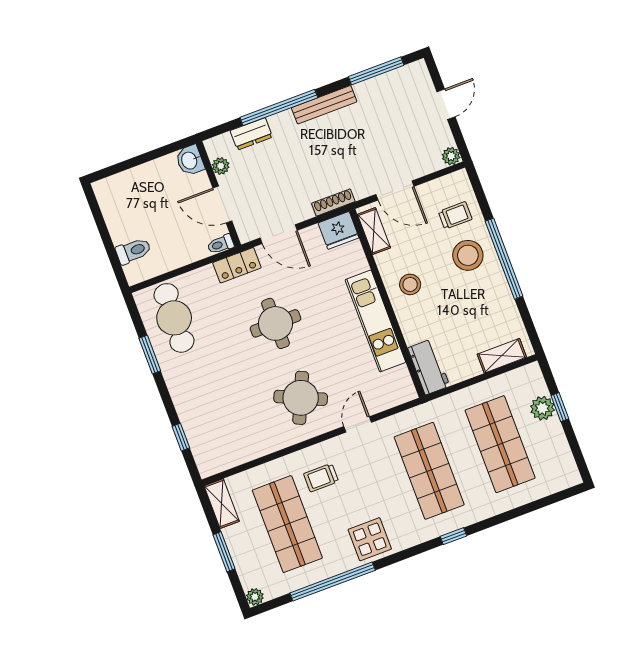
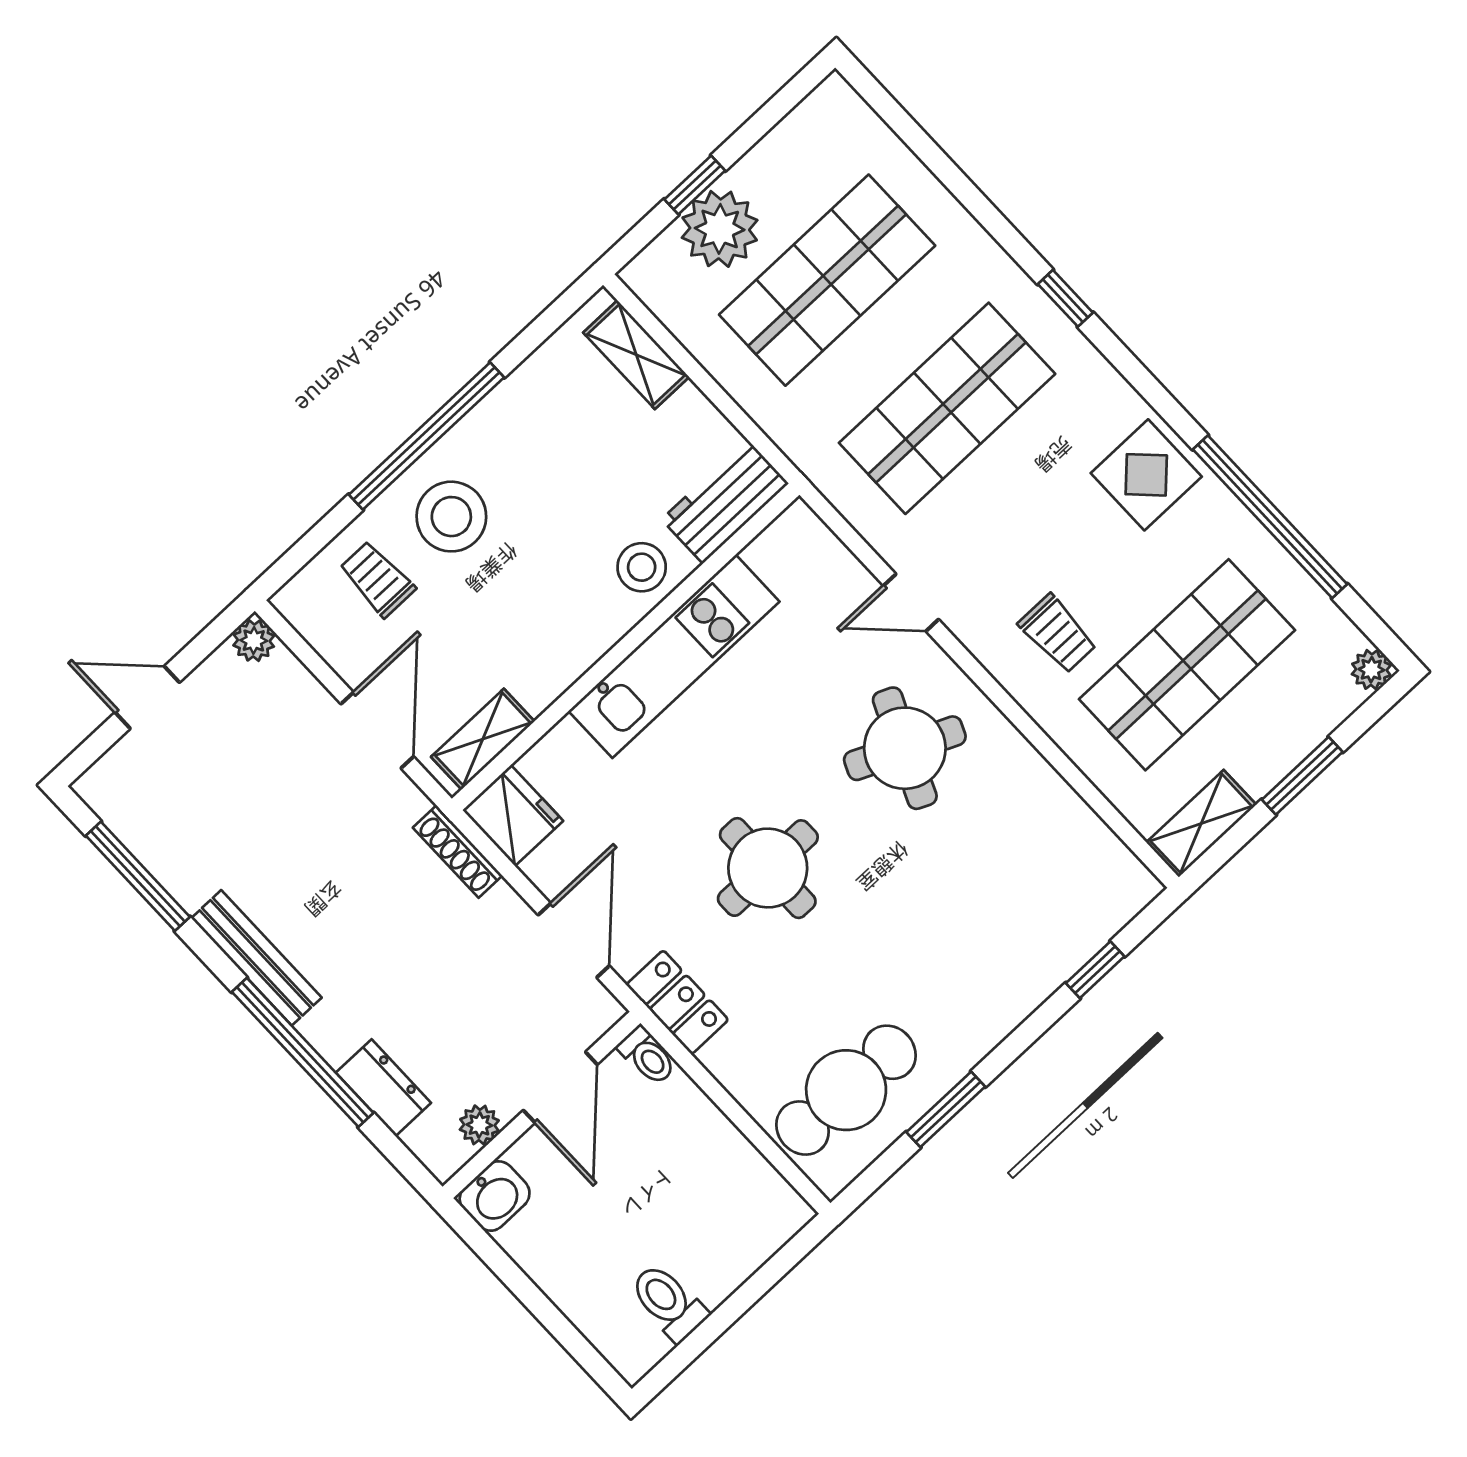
toilet: (133, 251) -> (668, 1302), moved
stool: (410, 284) -> (642, 567), moved
plant: (542, 408) -> (720, 229), width x1.36, depth x1.36

